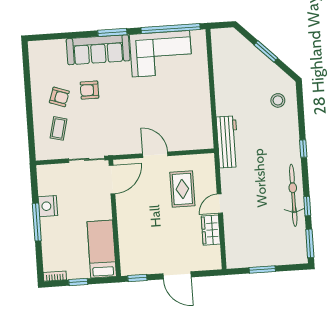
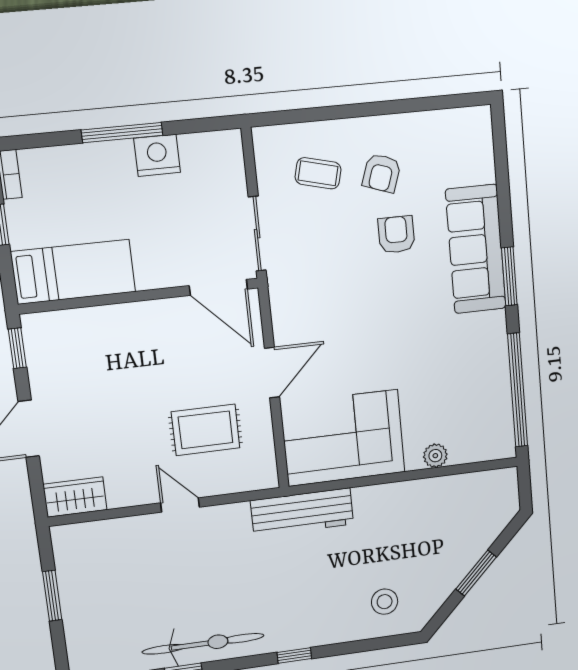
corner sofa: (161, 54) -> (343, 438), moved, turned 90
plant: (202, 72) -> (435, 456), added
wardrobe: (211, 230) -> (75, 497), moved

